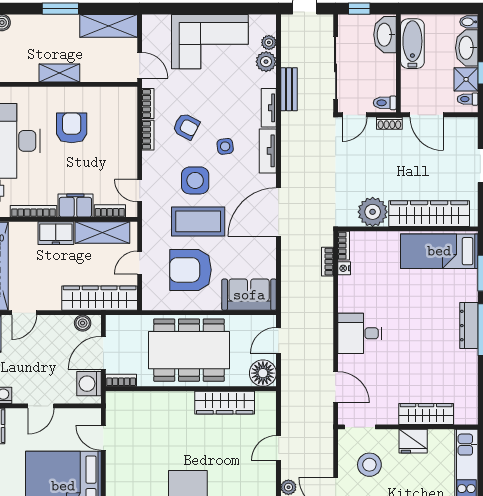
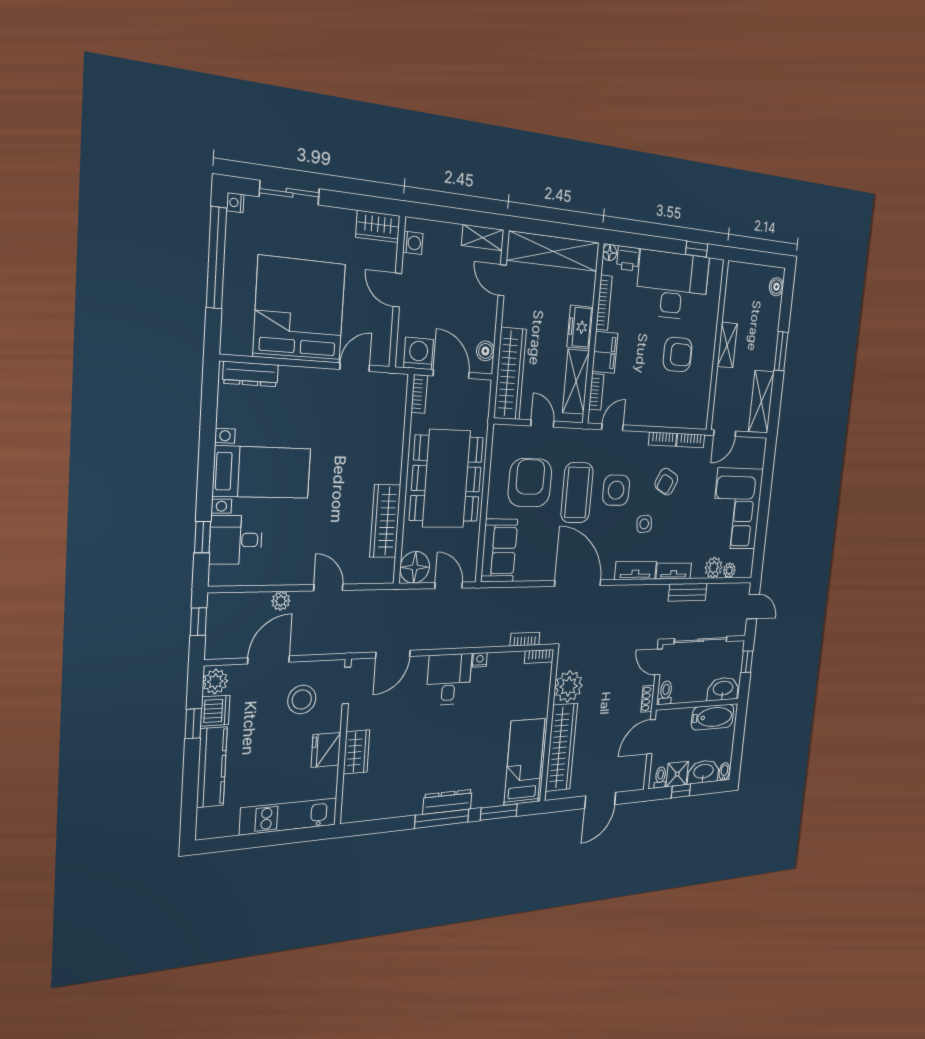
nightstand: (344, 268) -> (480, 660), moved
wardrobe: (426, 414) -> (357, 752), width x0.67

